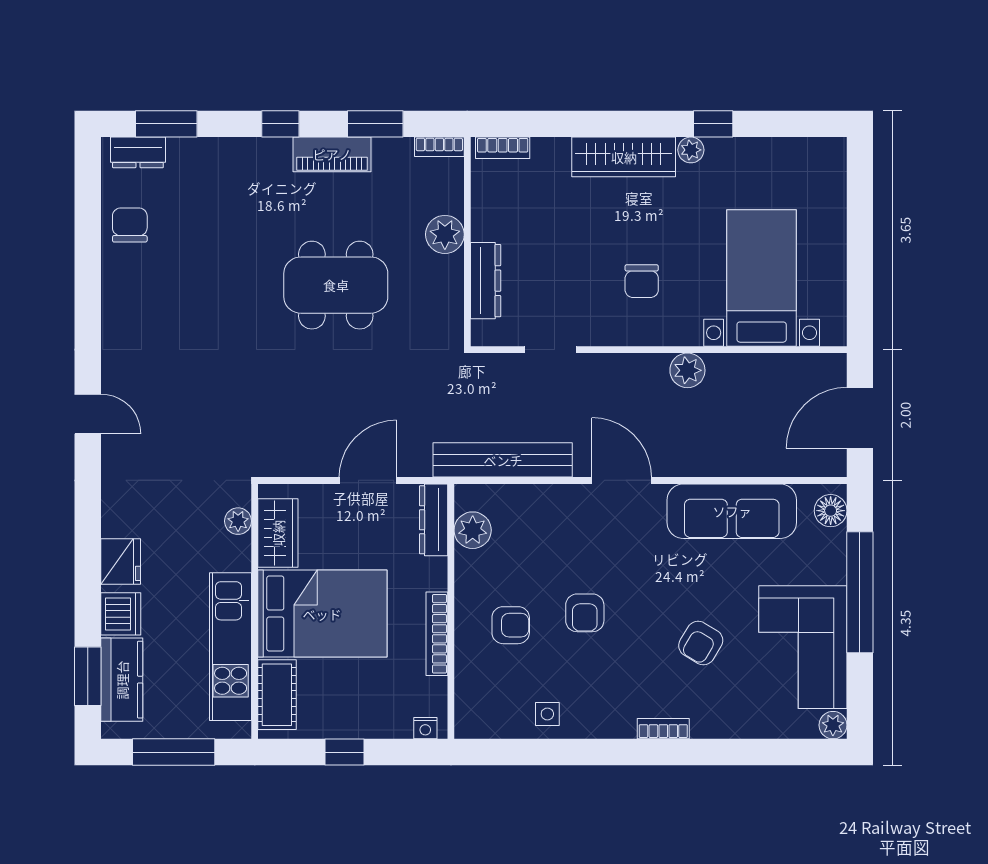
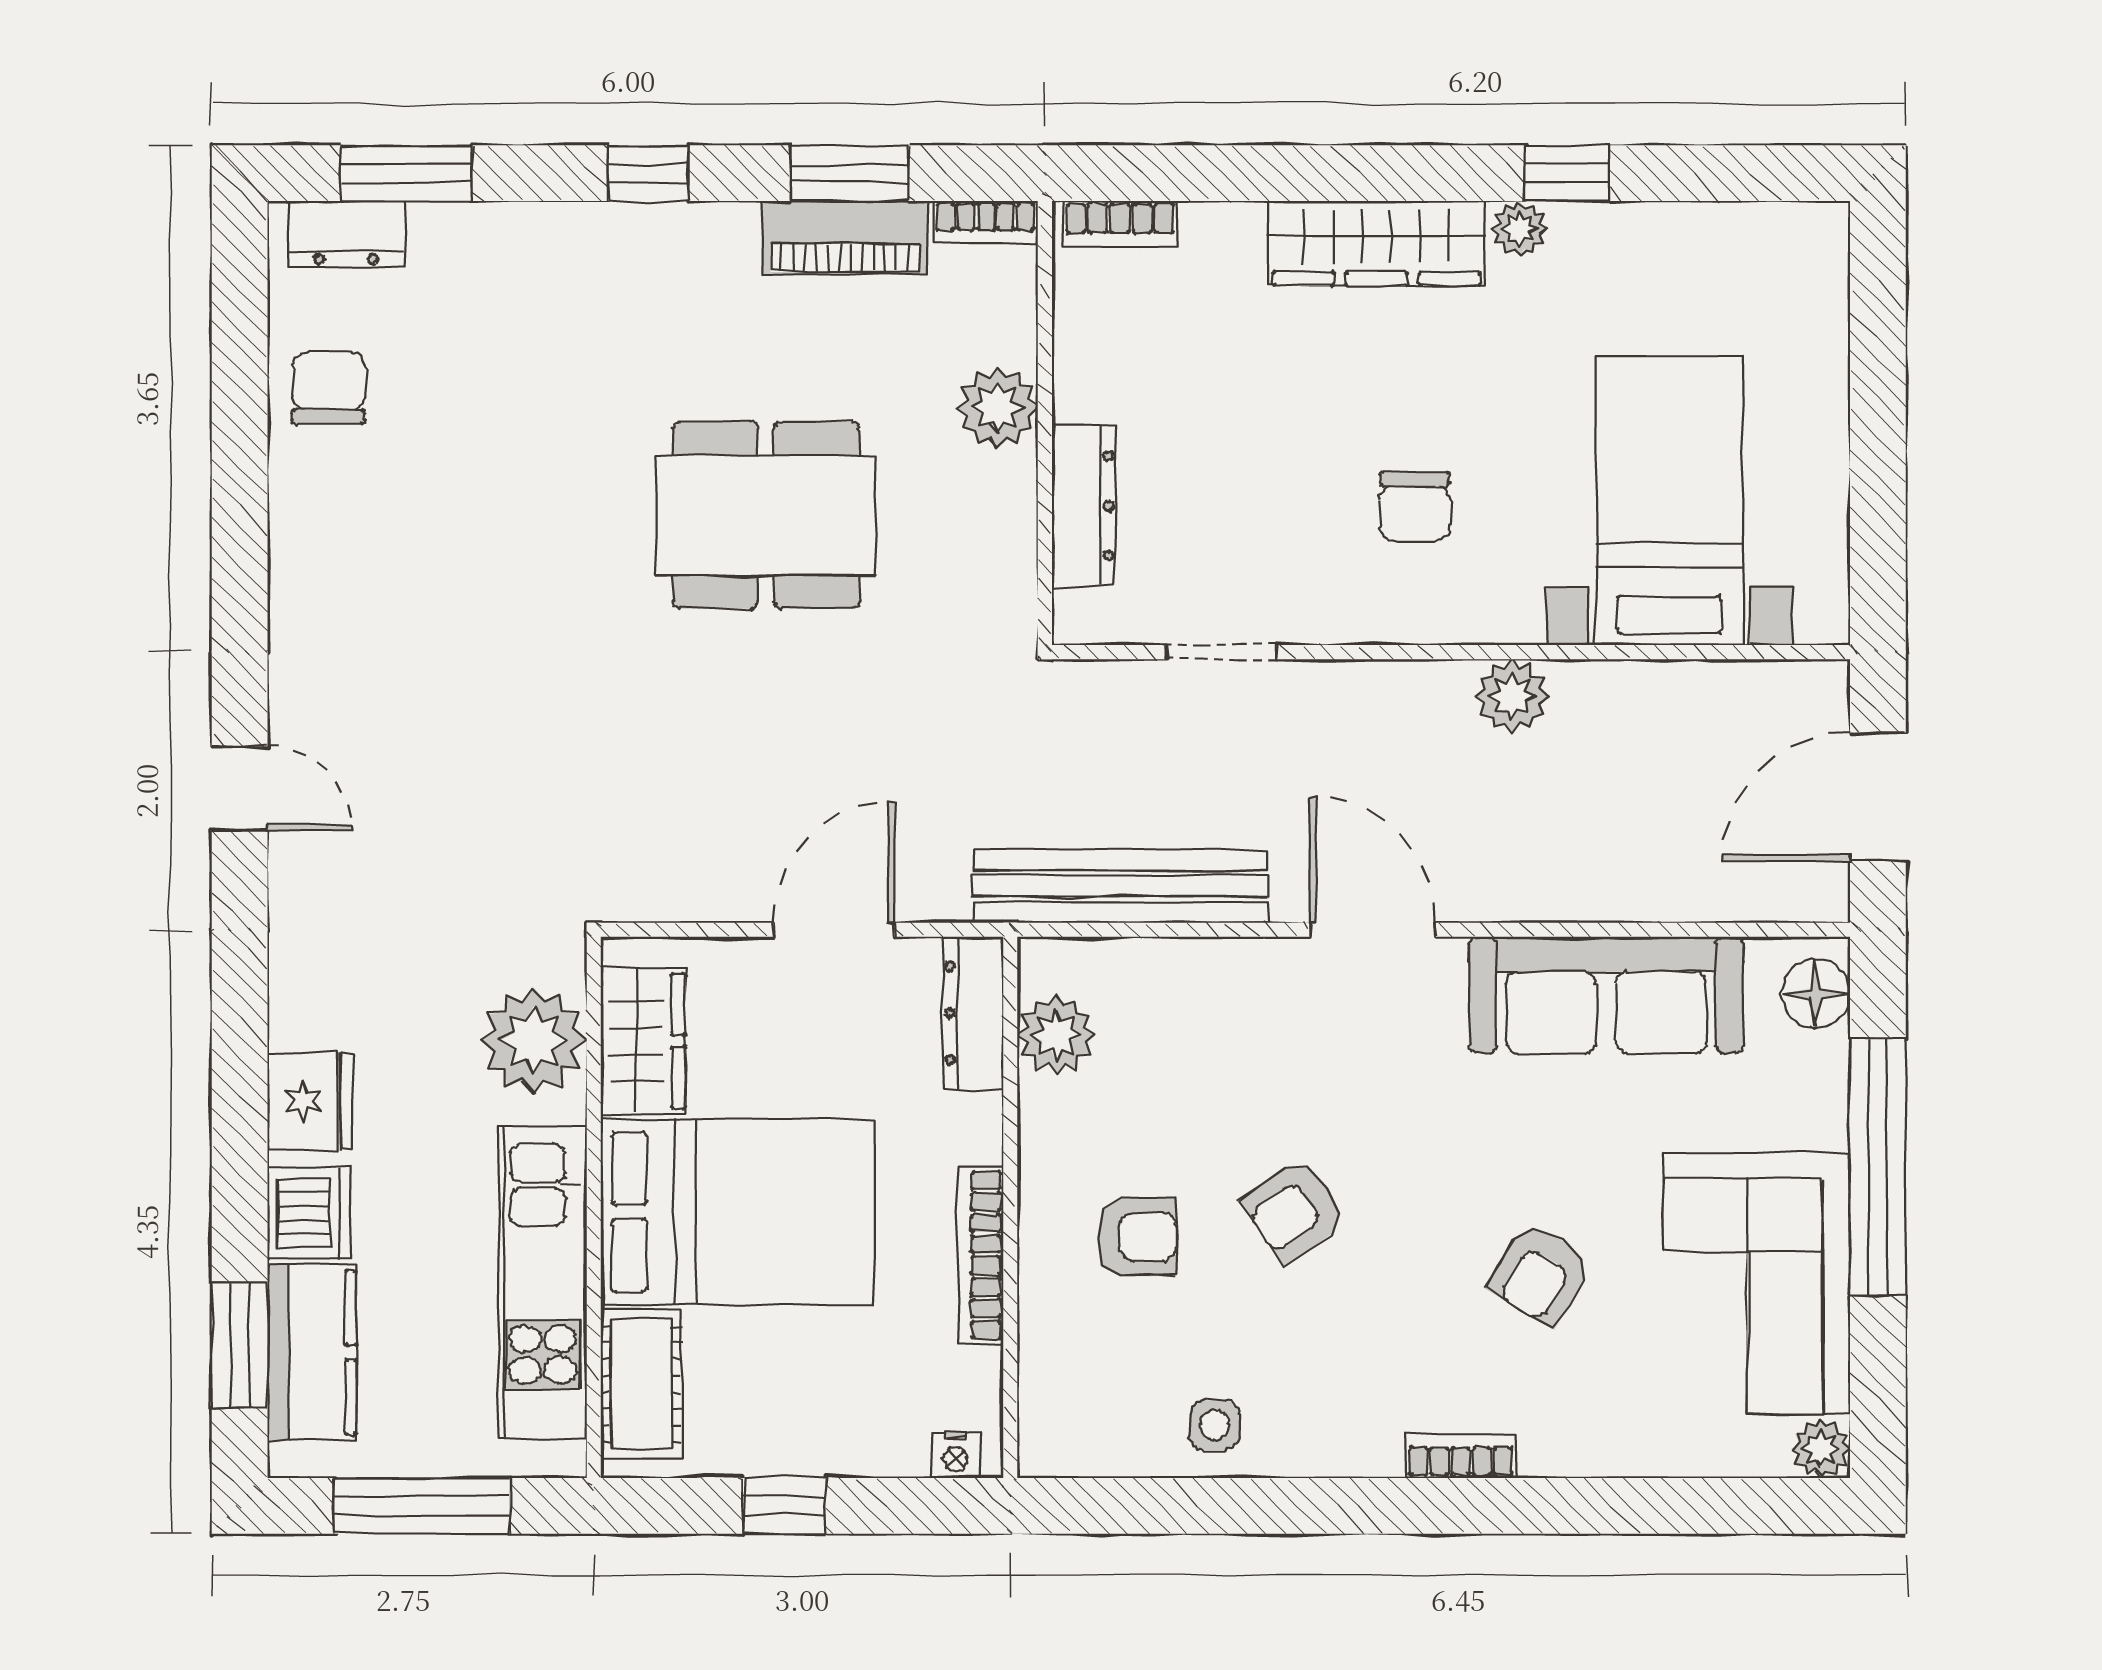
piano: (332, 154) -> (845, 238), moved
plant: (238, 521) -> (534, 1041), width x1.88, depth x1.88
armchair: (585, 613) -> (1294, 1211), turned 55

